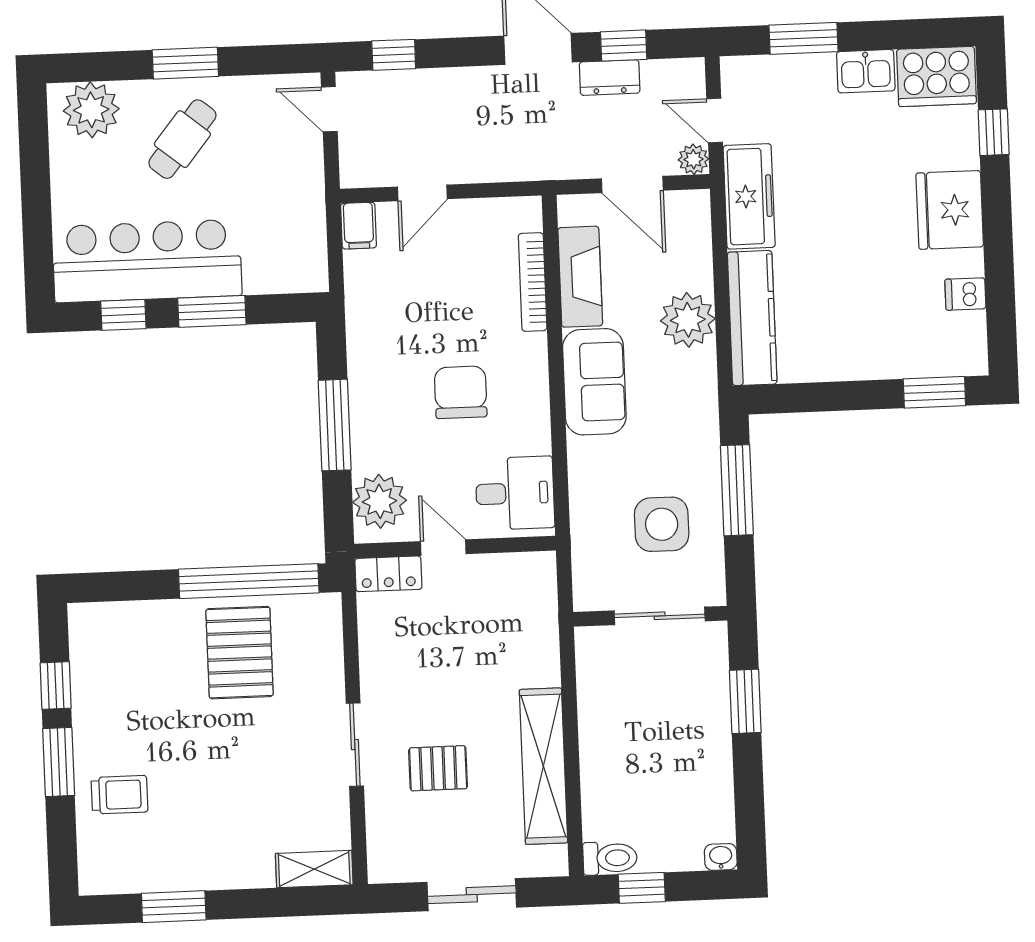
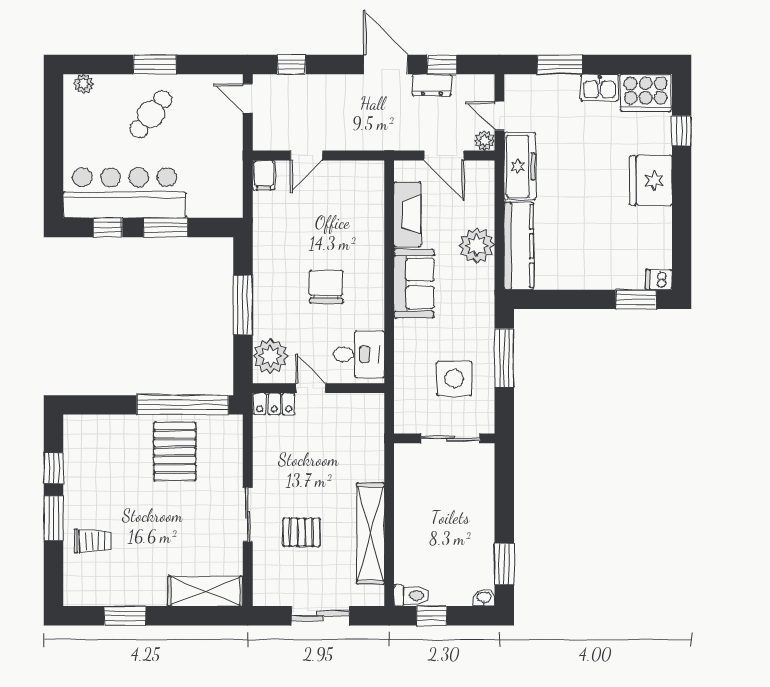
plant: (91, 110) -> (83, 84), width x0.53, depth x0.53
bookcase: (533, 282) -> (376, 217), removed
dishwasher: (965, 294) -> (659, 280), moved
window: (745, 701) -> (504, 564), moved
shelving: (314, 869) -> (205, 591), width x1.50, depth x1.33

